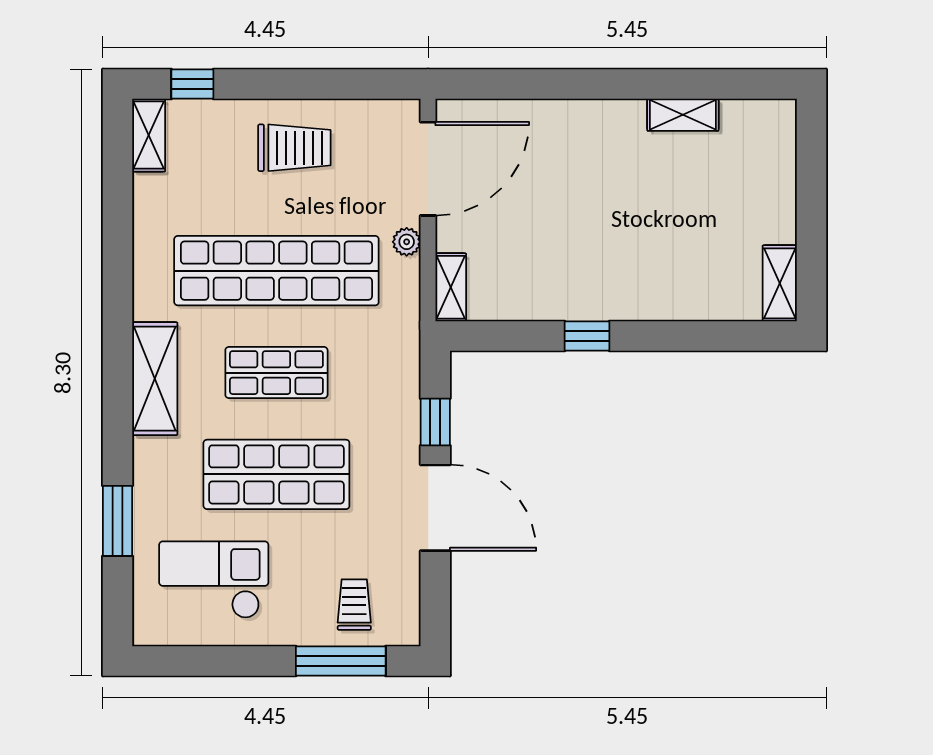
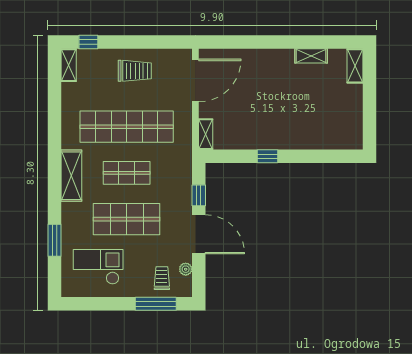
plant: (407, 242) -> (186, 269), moved
shelving: (780, 283) -> (355, 66), moved

